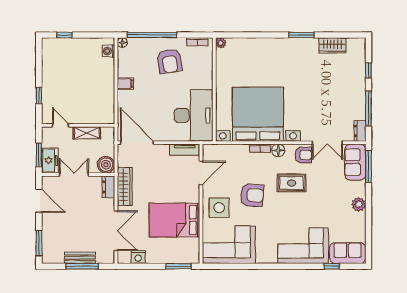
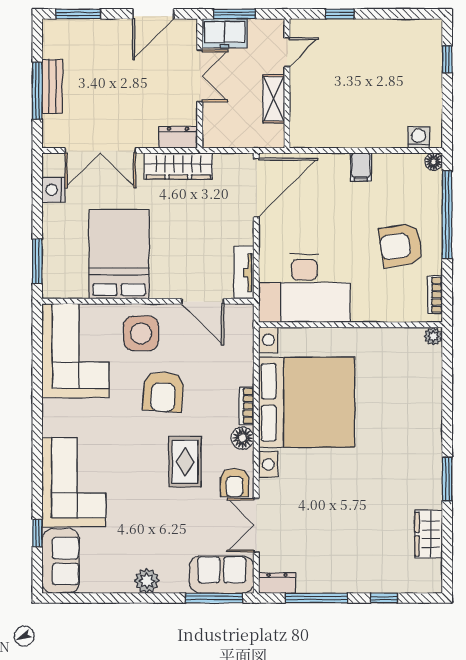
boiler: (106, 165) -> (217, 133), removed

